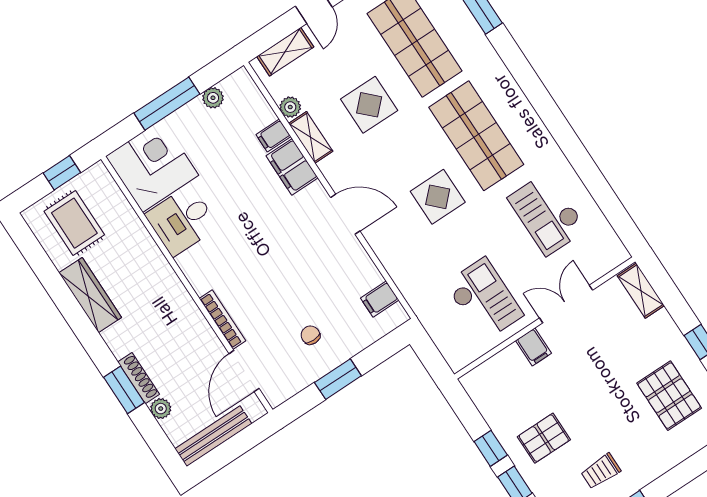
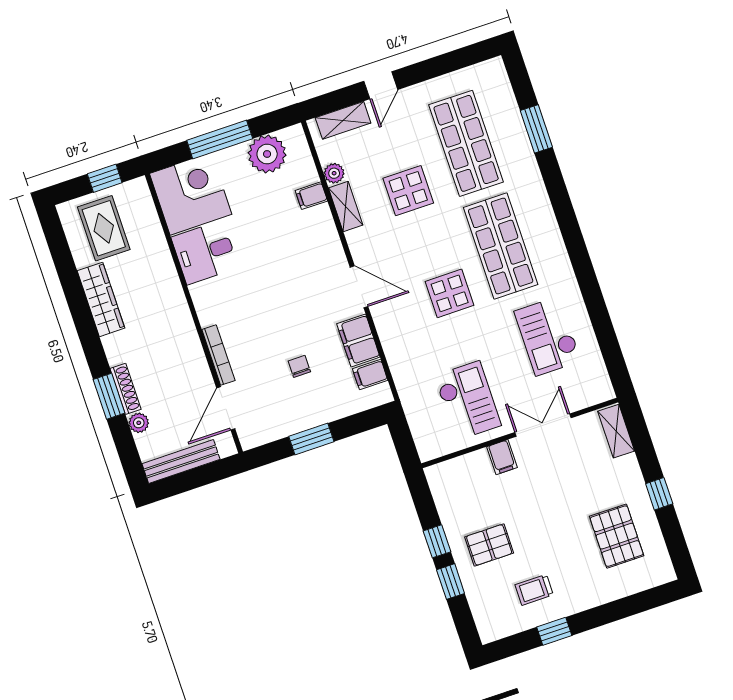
plant: (213, 98) -> (267, 154), width x1.87, depth x1.87
filing cabinet: (292, 167) -> (358, 340), moved
chair: (310, 335) -> (299, 366), moved

